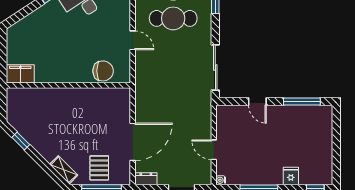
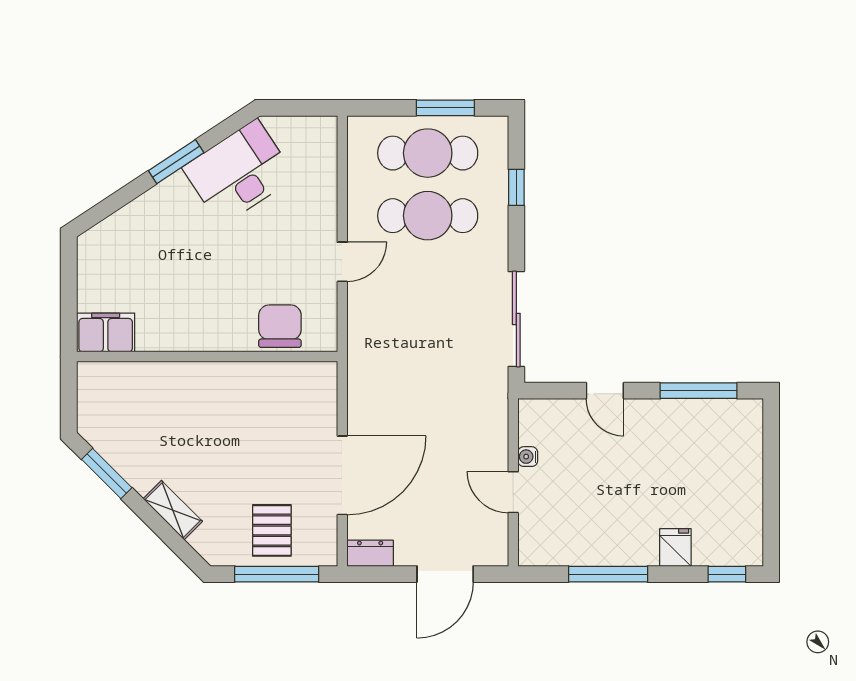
door: (133, 40) -> (342, 262), hinge flipped
chair: (103, 71) -> (280, 326), turned -90
window: (21, 141) -> (107, 474), width x1.50
shelving: (64, 170) -> (173, 510), moved
water cooler: (221, 180) -> (528, 457), moved

